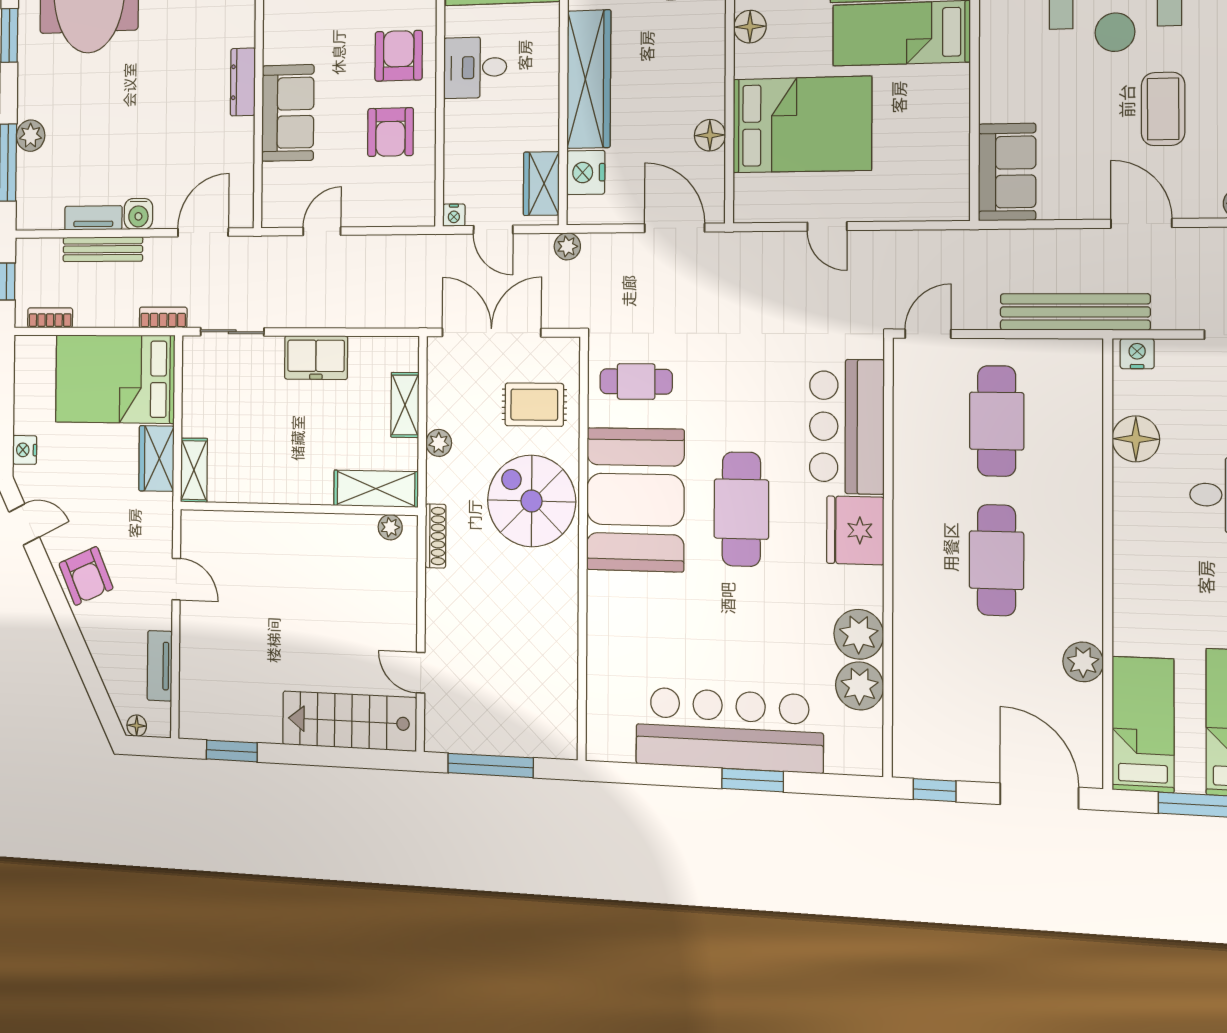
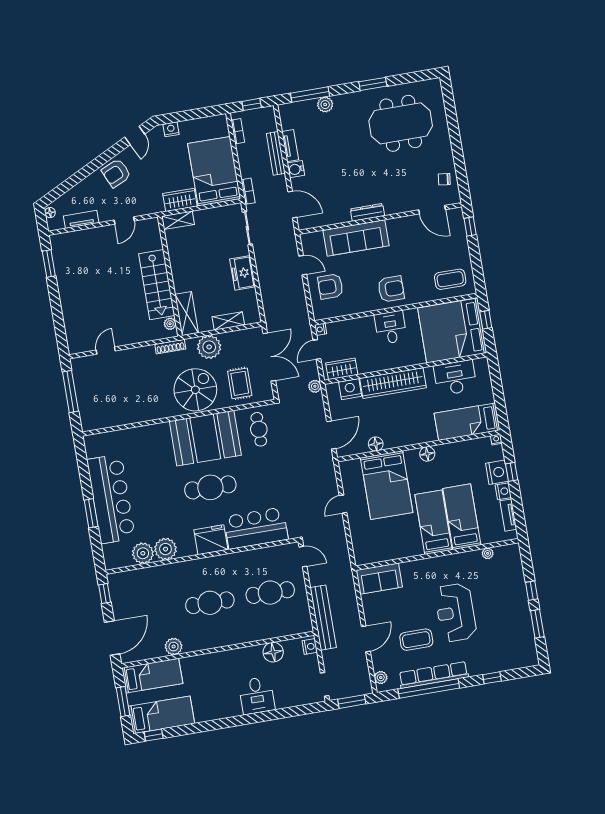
sofa: (288, 113) -> (356, 238), width x1.36
armchair: (391, 132) -> (330, 286), moved
plant: (439, 443) -> (209, 347), width x1.88, depth x1.88
stairs: (349, 721) -> (157, 285), moved, turned 180

